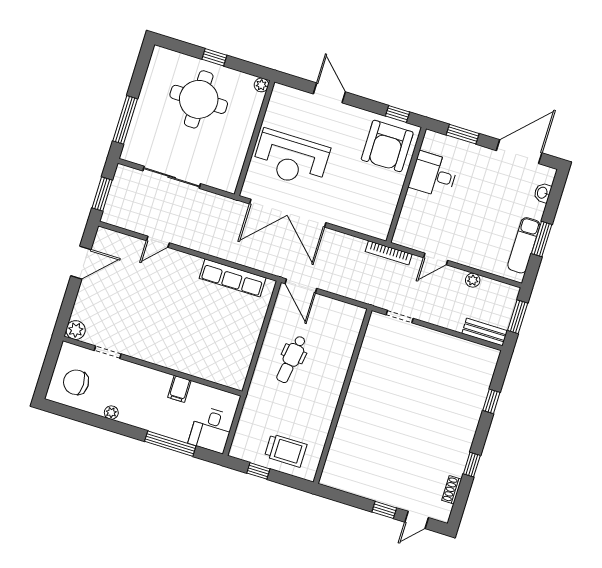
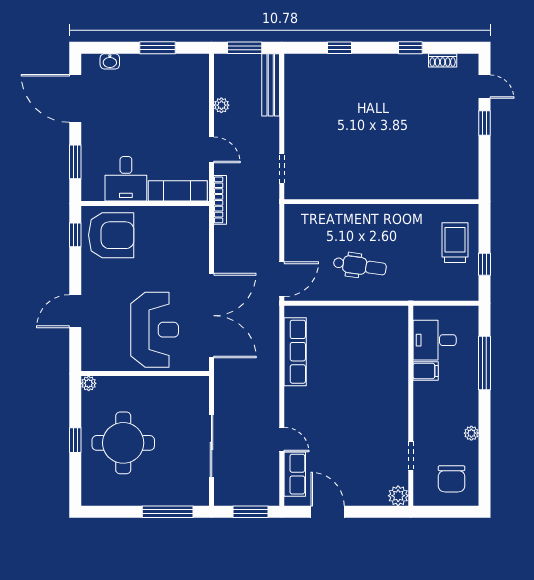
row of seats: (124, 244) -> (295, 474), added
exam couch: (524, 245) -> (178, 191), moved, turned 180
bench: (485, 332) -> (271, 85), width x1.36
desk: (211, 430) -> (435, 340), moved, turned 180

